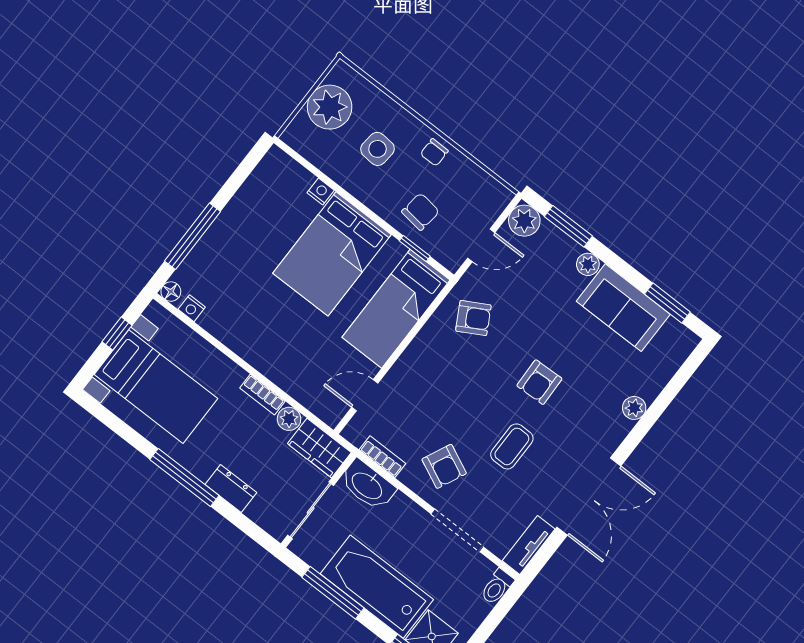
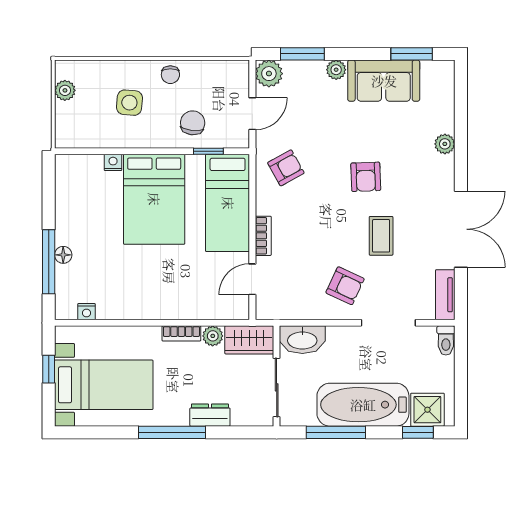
plant: (330, 107) -> (65, 90), width x0.53, depth x0.53
floor lamp: (171, 292) -> (63, 255), moved
bookcase: (382, 457) -> (263, 236), moved, turned 90

